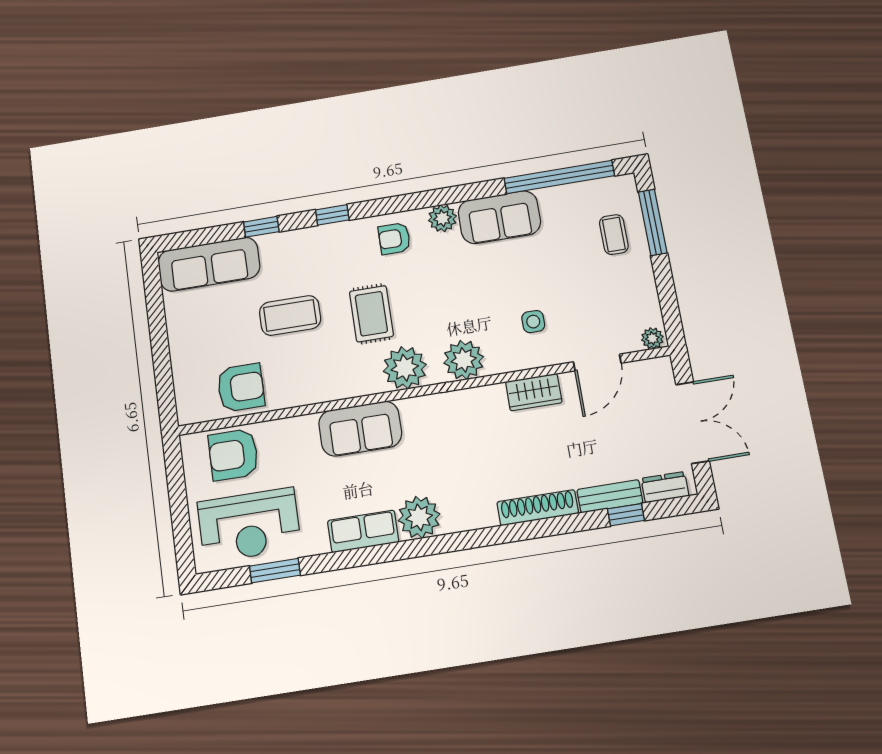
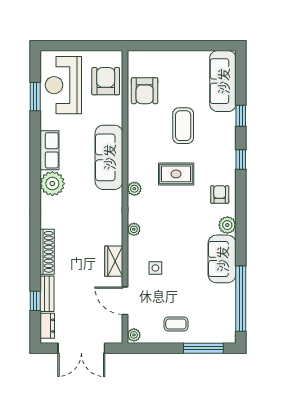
coffee table: (614, 235) -> (176, 324), moved
plant: (464, 360) -> (134, 229), width x0.53, depth x0.53
plant: (405, 368) -> (134, 189), width x0.53, depth x0.53
sofa: (360, 429) -> (109, 157), width x1.36

